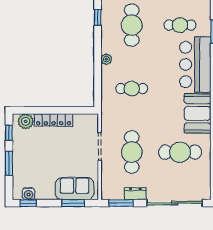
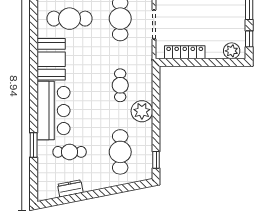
plant: (106, 59) -> (142, 111), width x1.87, depth x1.87
cafe table: (132, 89) -> (120, 85), turned 90
locker: (54, 120) -> (185, 52), moved

